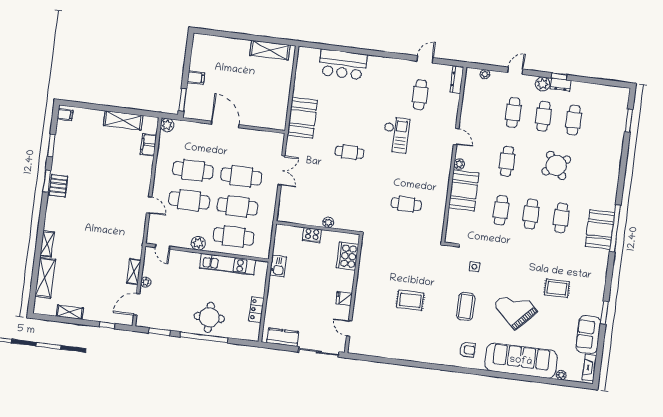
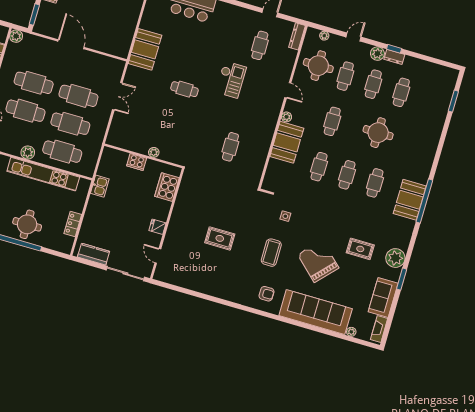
round table: (484, 106) -> (318, 66), added
round table: (556, 165) -> (378, 133), turned 36
cafe table: (406, 204) -> (230, 147), turned 90
kitchen unit: (228, 264) -> (43, 174), width x1.36
plant: (595, 292) -> (395, 258), added

